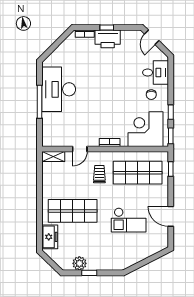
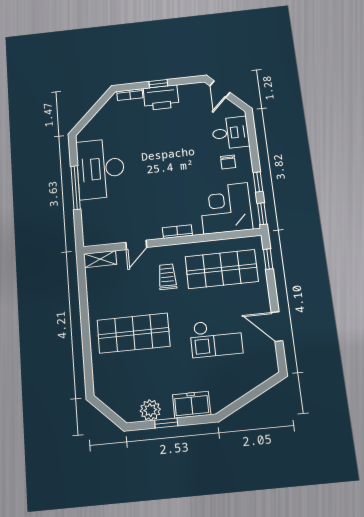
freezer: (50, 237) -> (192, 405), moved, turned -90

